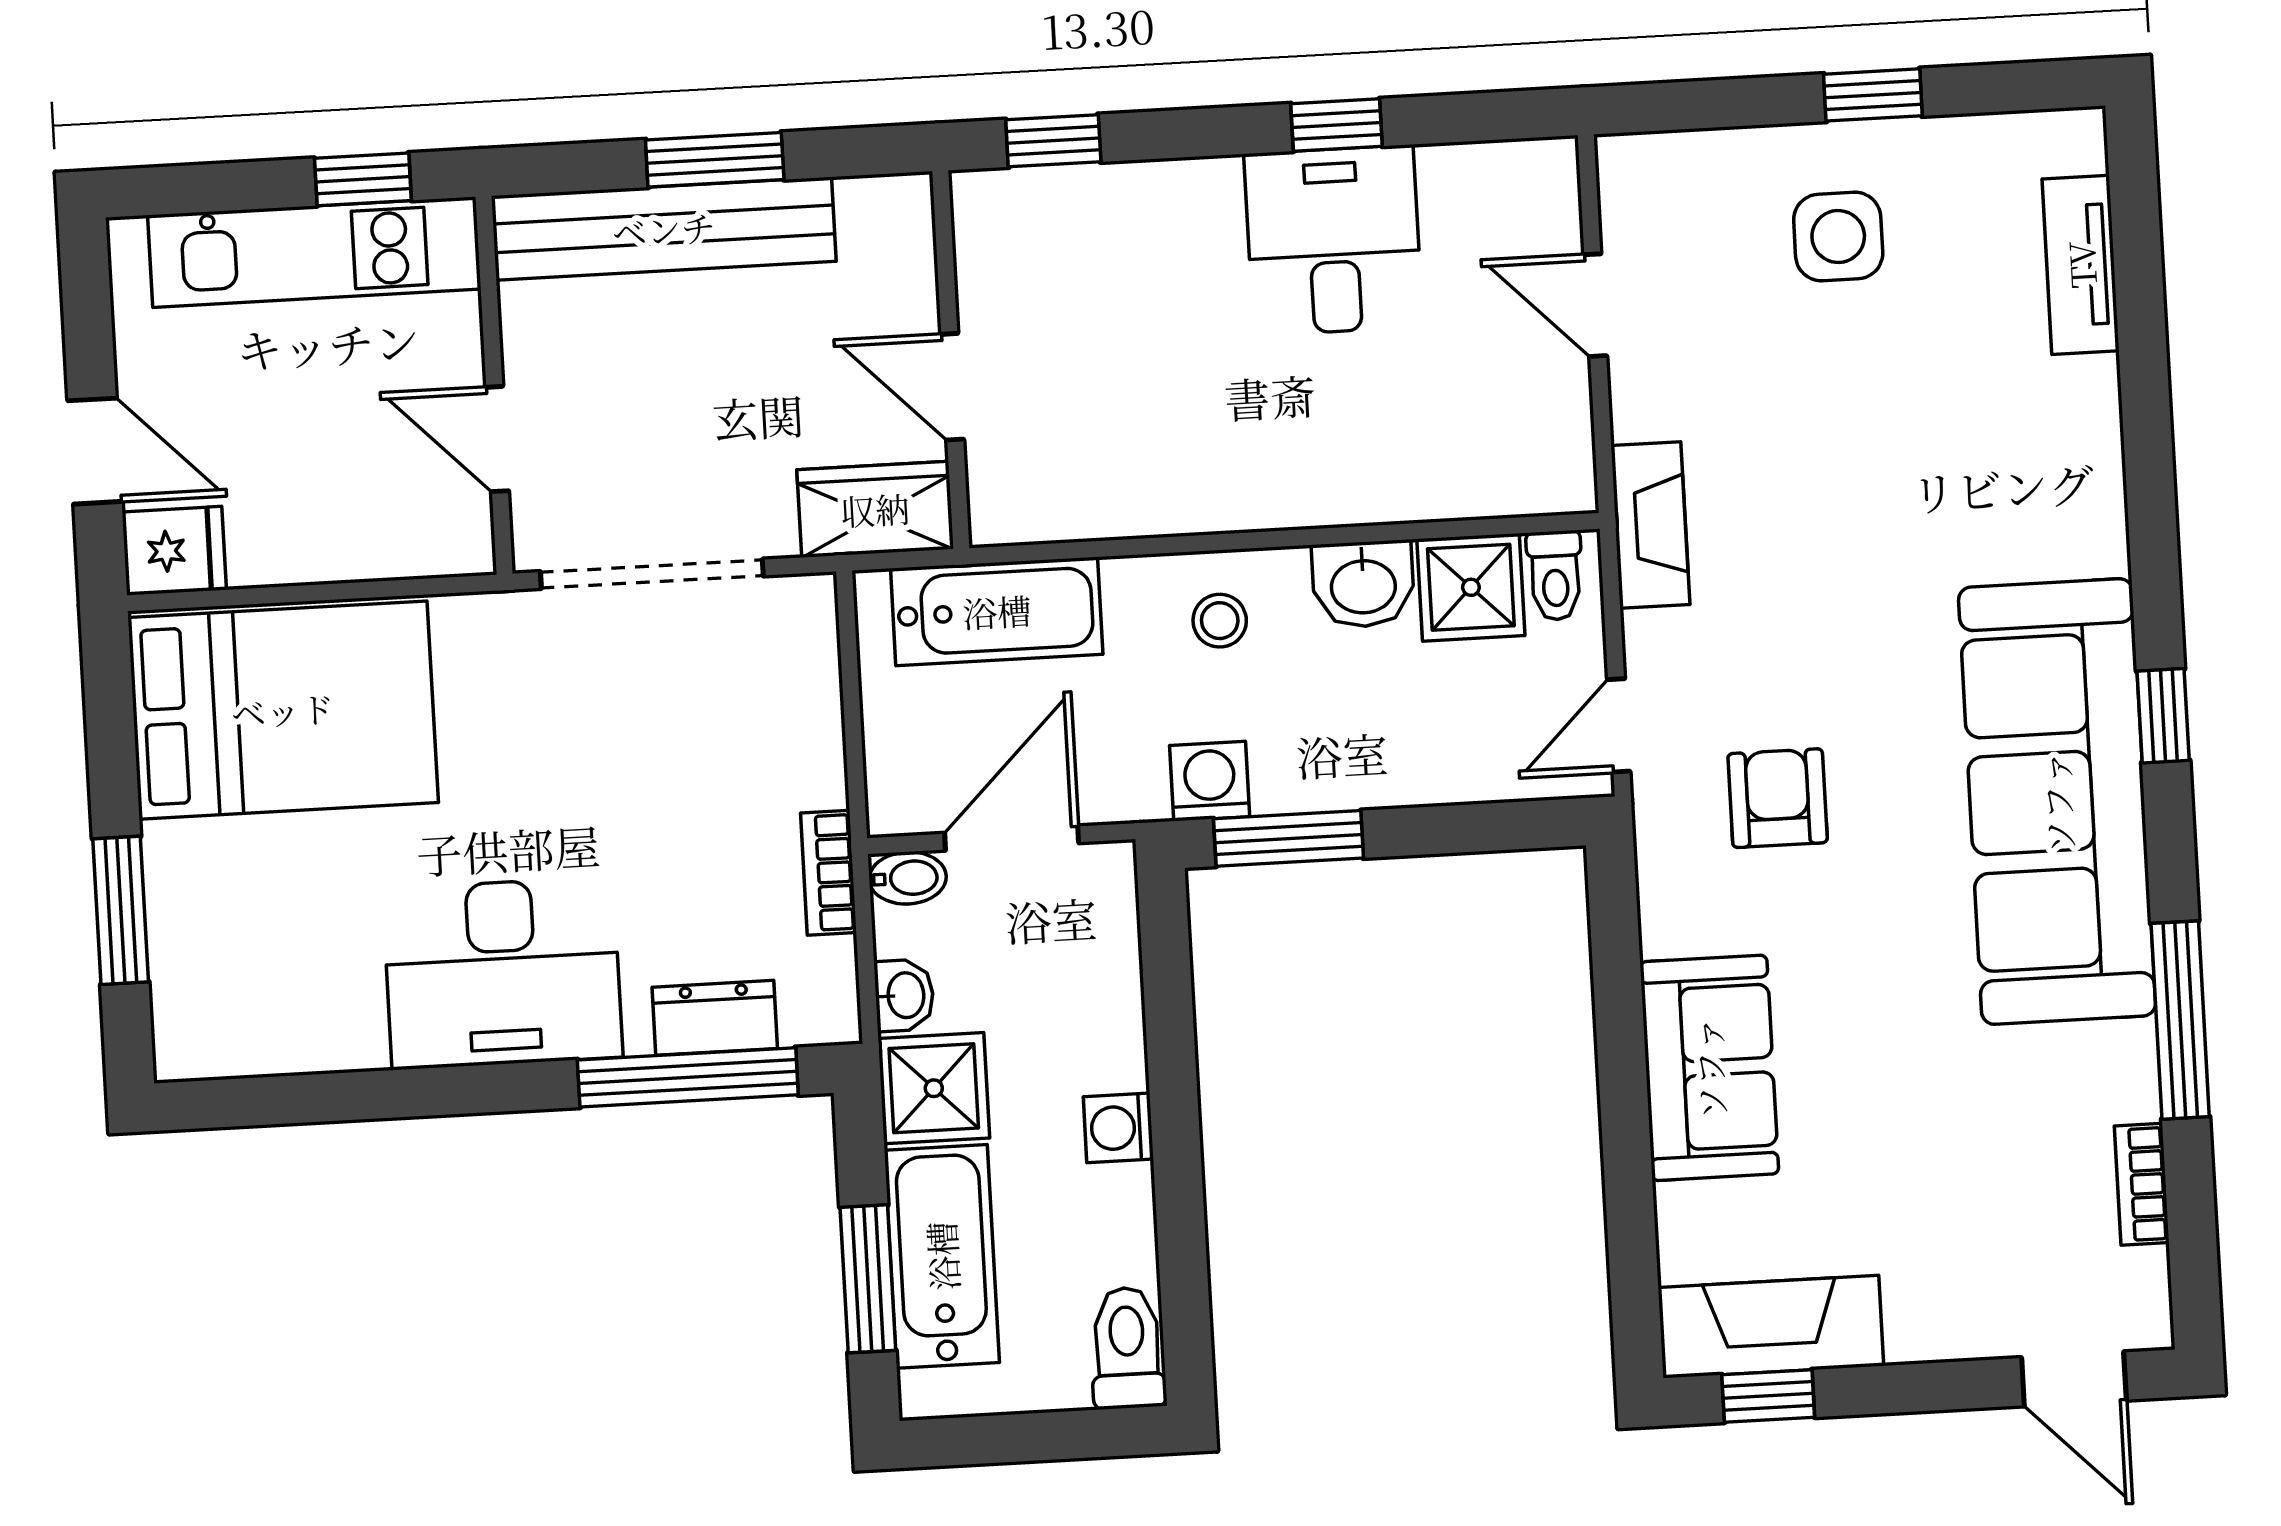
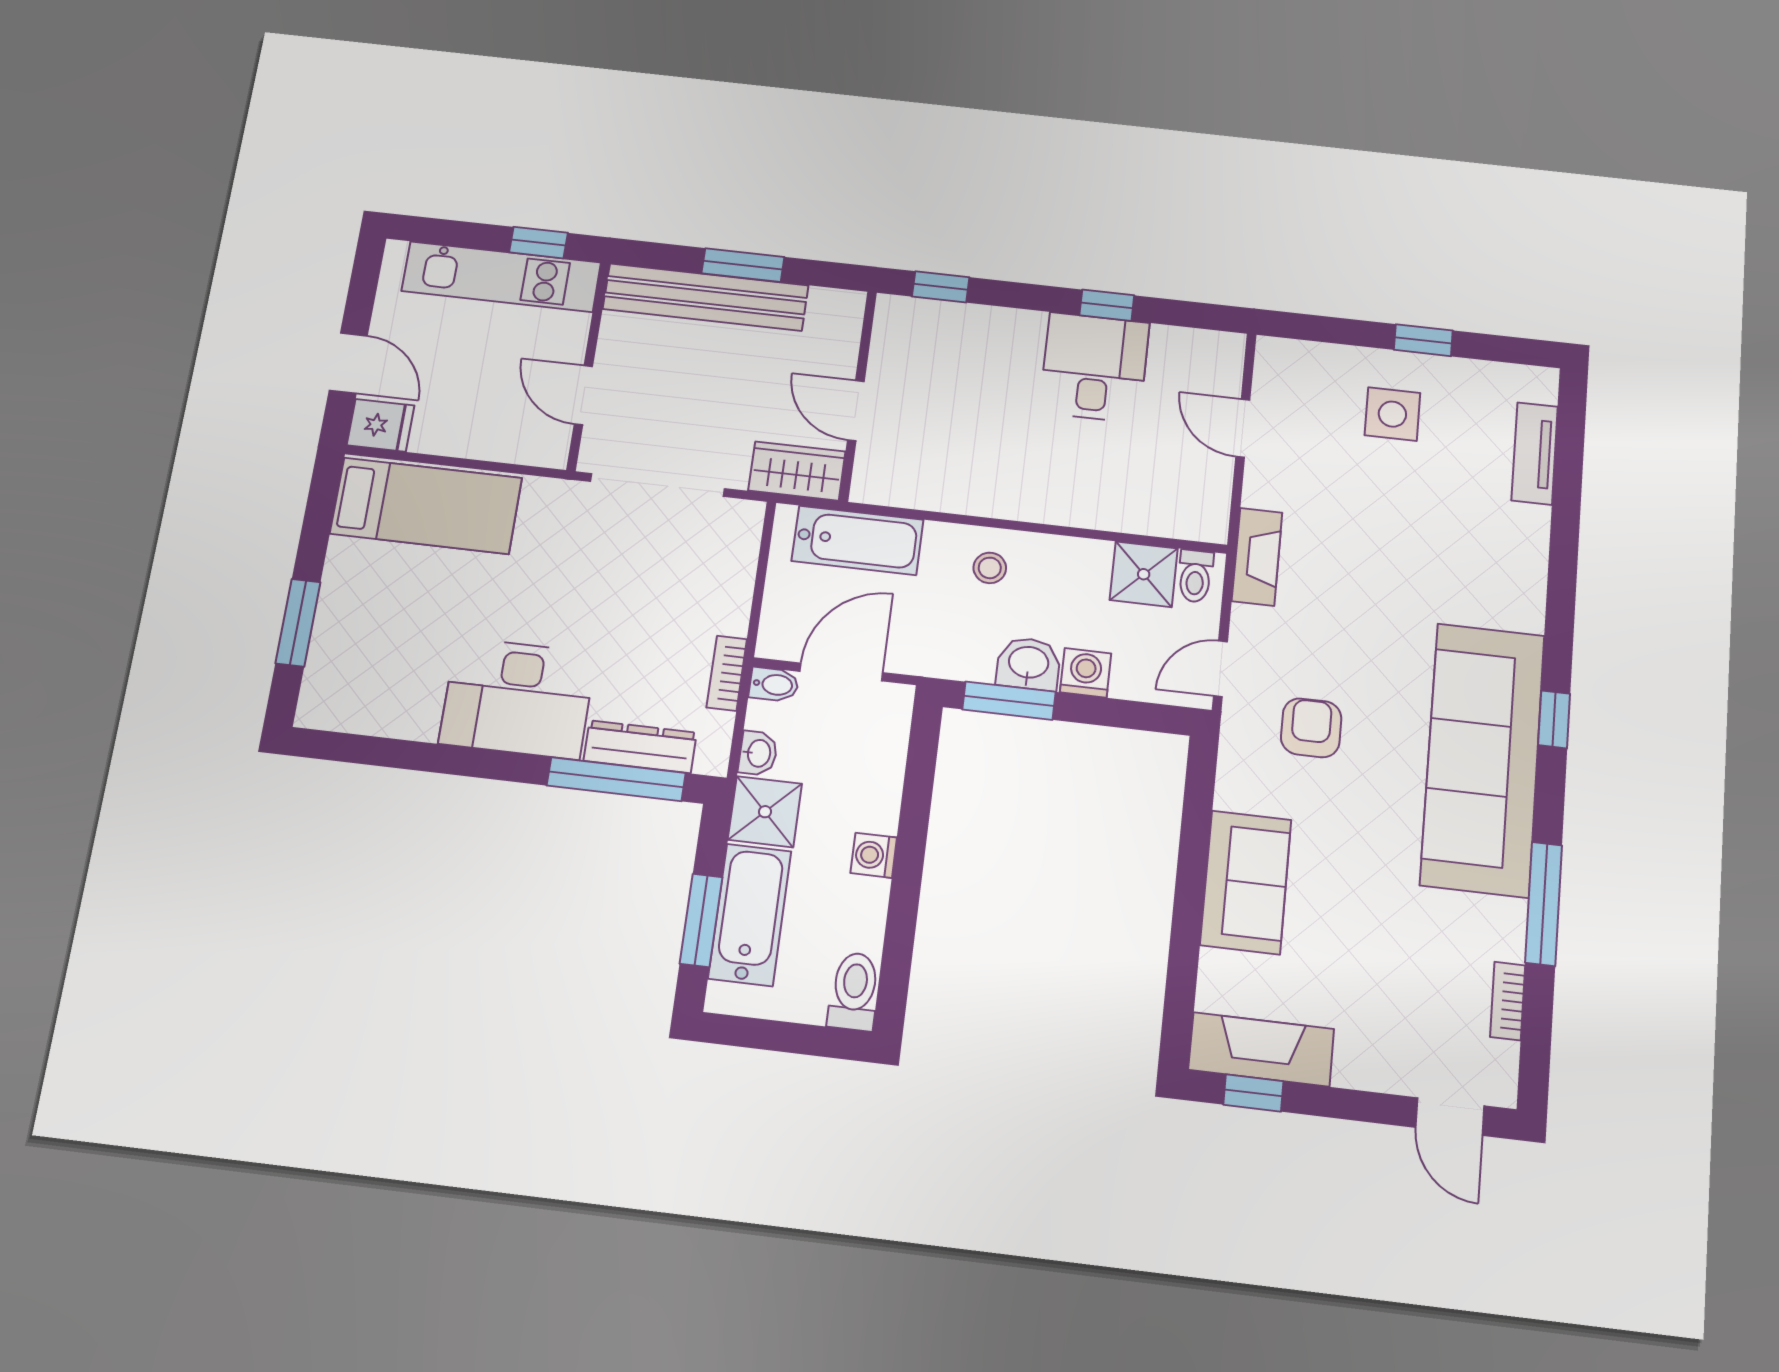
washbasin: (1363, 584) -> (1028, 664), moved, turned 180
bed: (283, 710) -> (426, 506), width x0.67
washing machine: (1210, 781) -> (1086, 673), moved
dresser: (715, 1018) -> (640, 747), width x1.44

